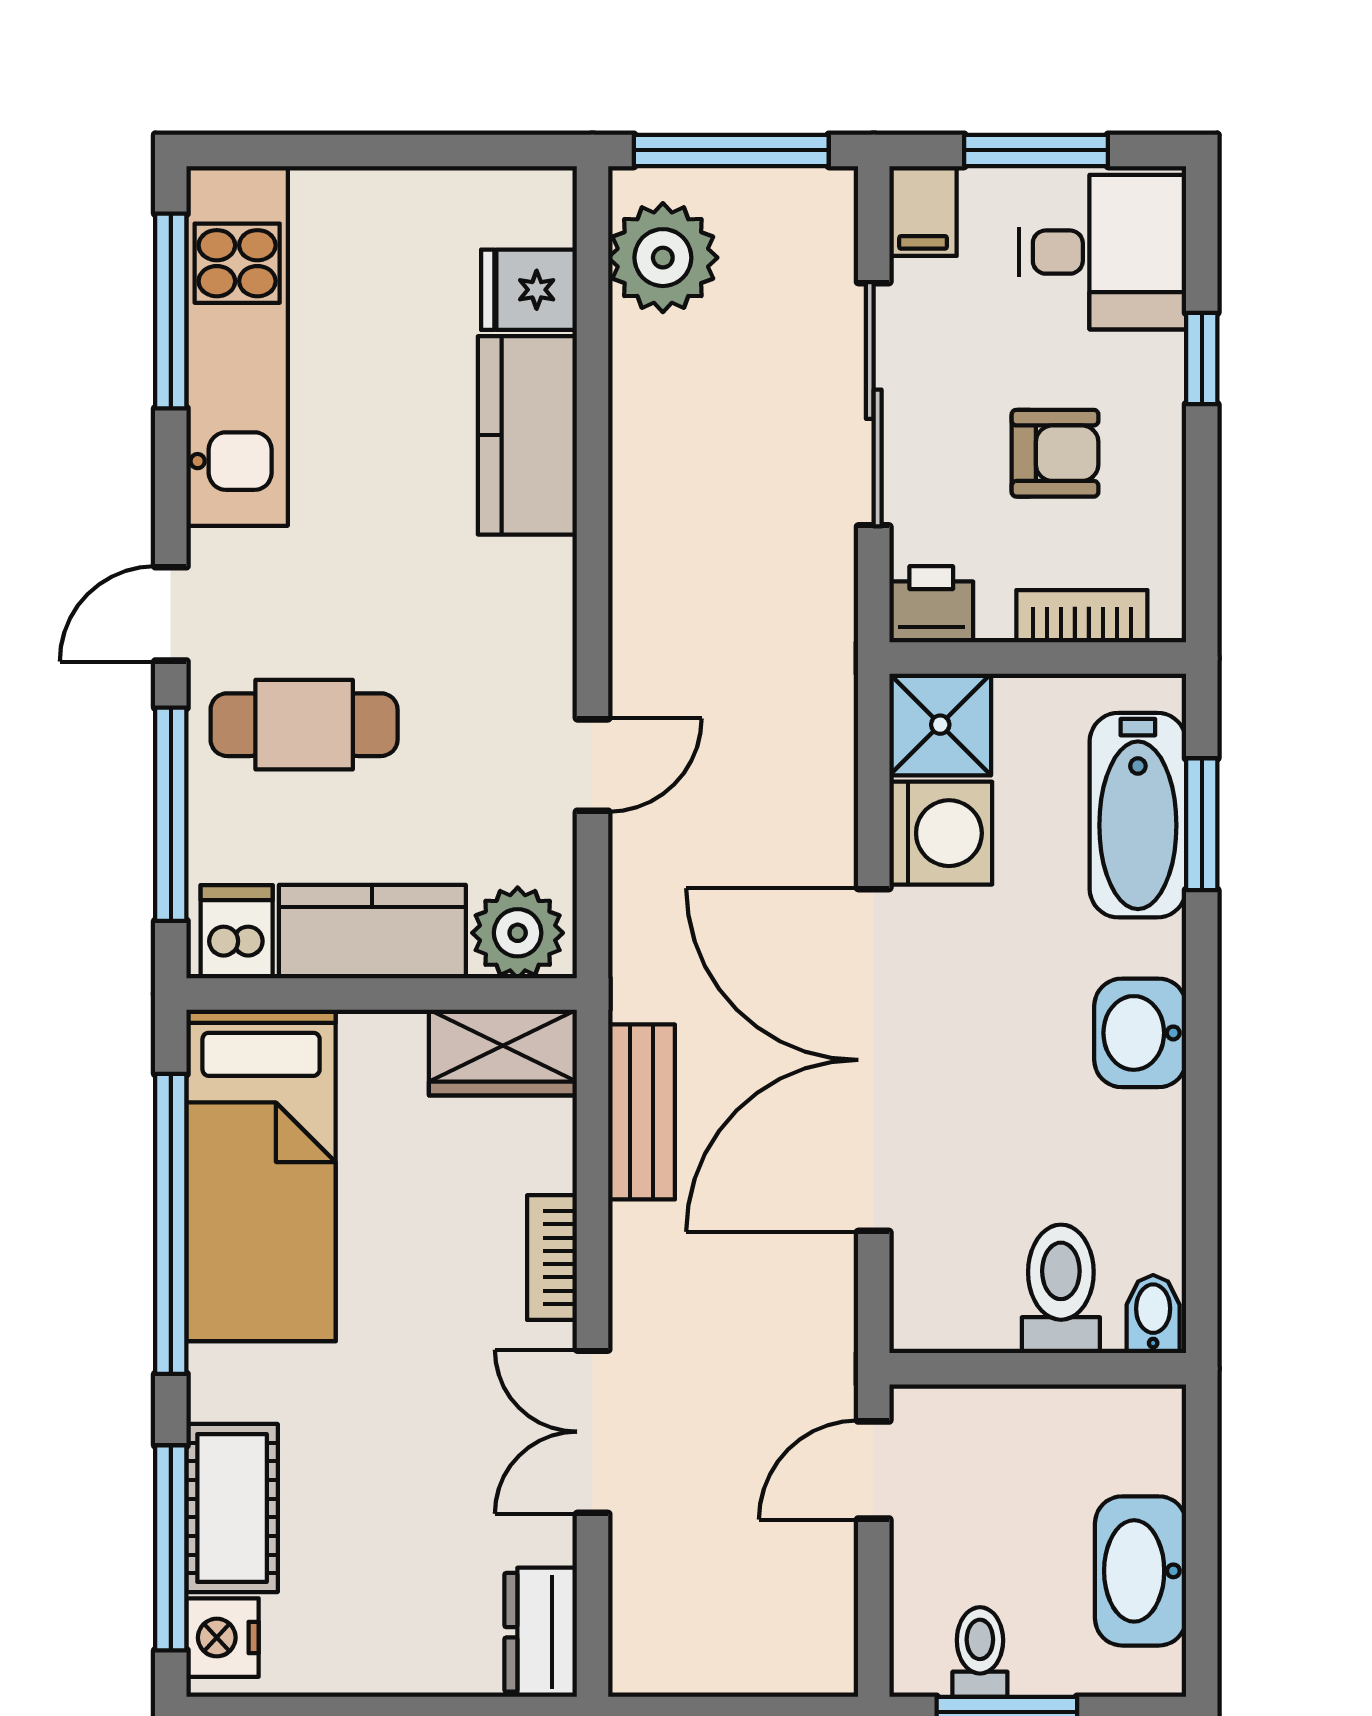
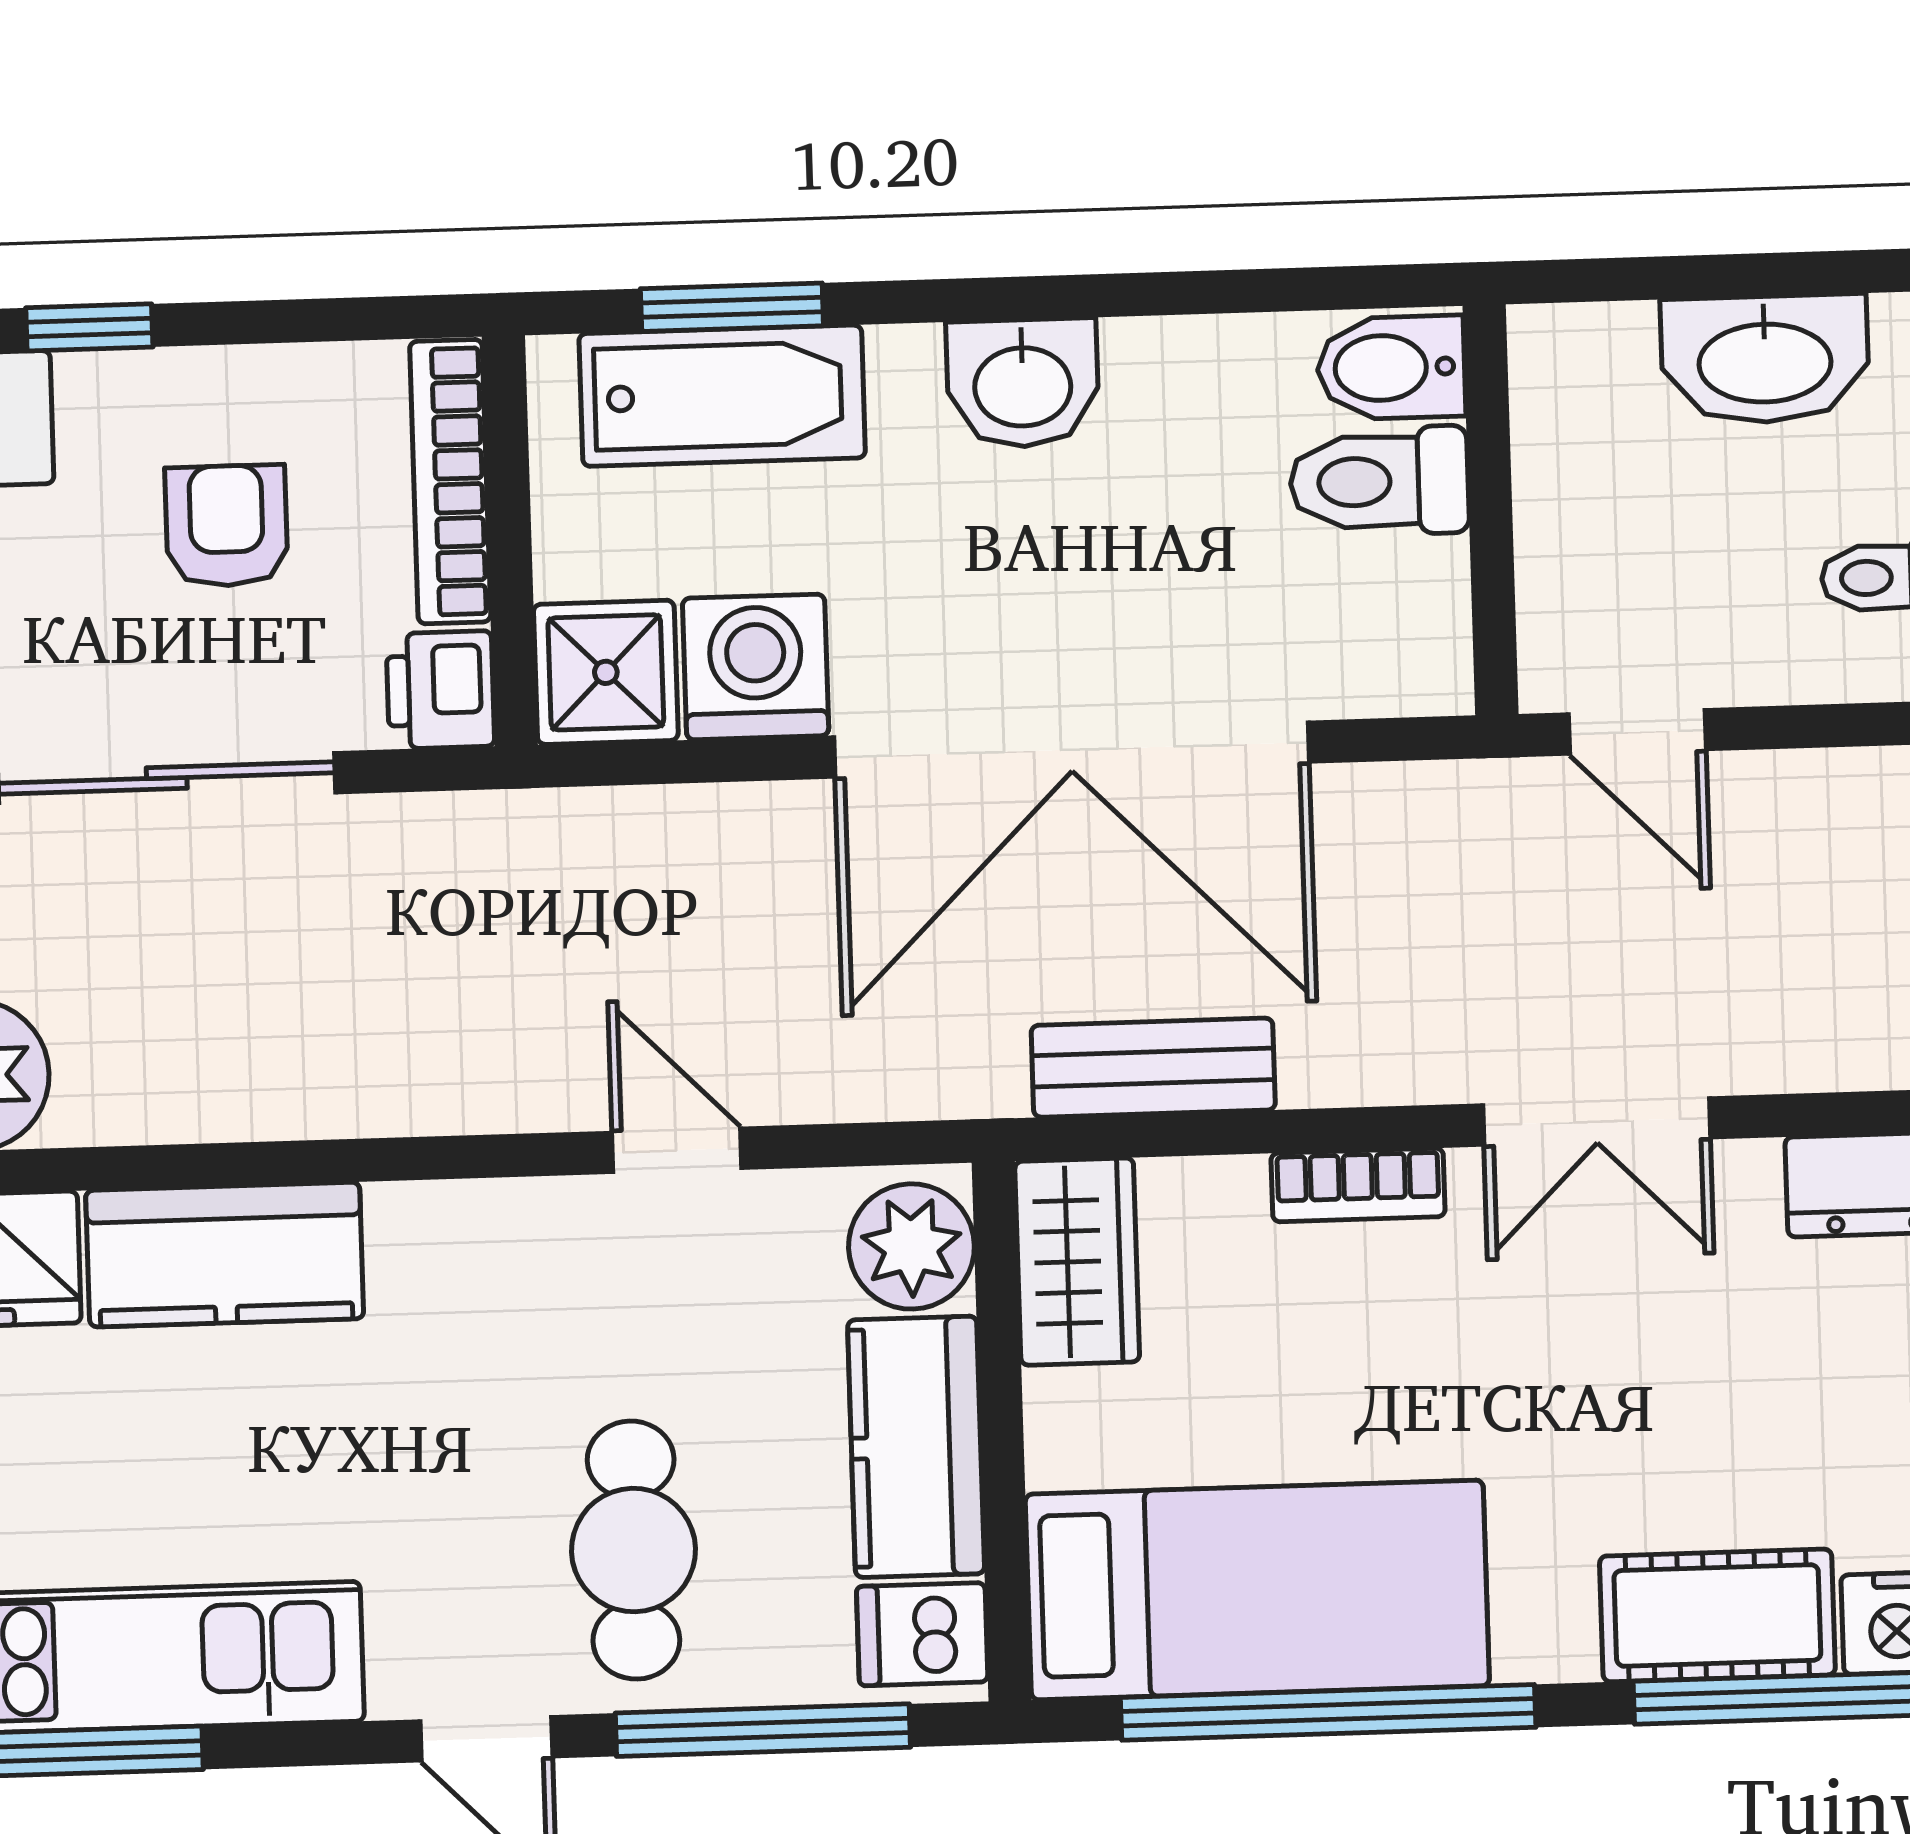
bookcase: (1082, 616) -> (450, 482), width x1.56
bidet: (1153, 1314) -> (1391, 368), width x1.38, depth x1.36

